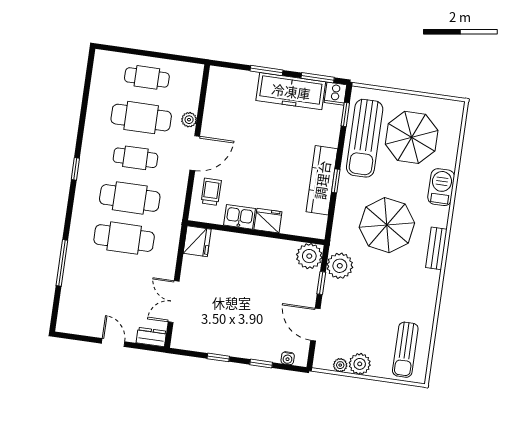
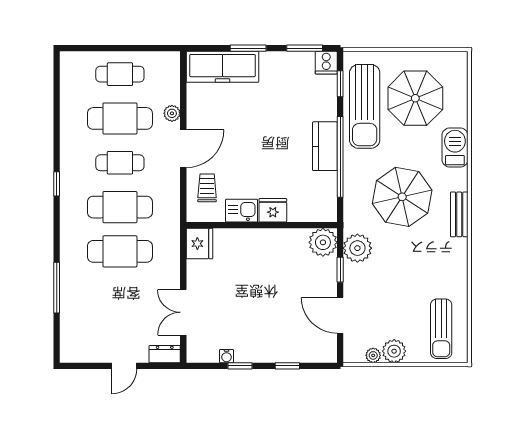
freezer: (291, 91) -> (223, 67), moved
kitchen counter: (322, 180) -> (325, 146), width x0.67
window: (336, 181) -> (340, 157), width x3.17
door: (113, 342) -> (124, 366), swing flipped
water cooler: (288, 358) -> (227, 356), moved

